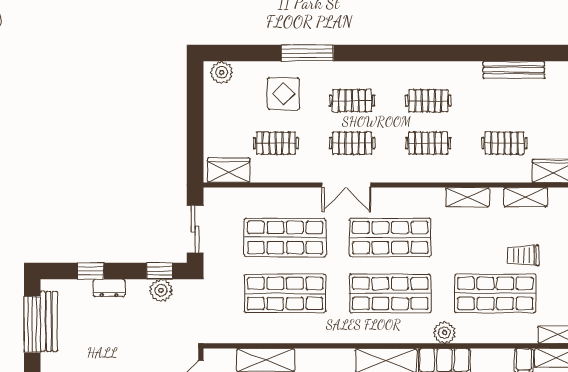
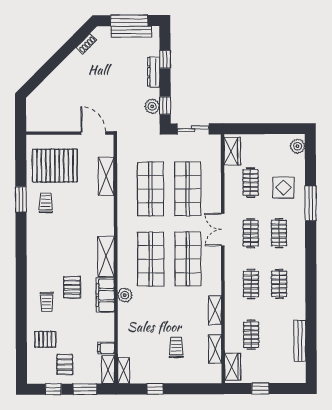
dresser: (109, 288) -> (154, 72), width x1.44
shop shelf: (495, 293) -> (151, 329), removed

